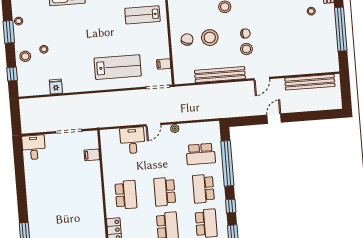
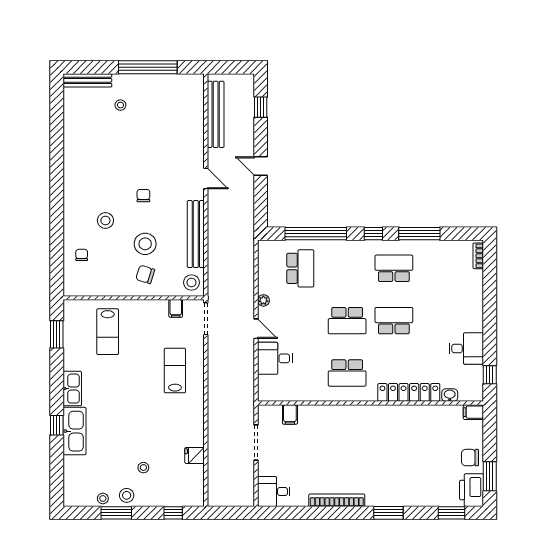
stool: (246, 49) -> (192, 282), moved
stool: (25, 56) -> (127, 495), moved
lab bench: (118, 67) -> (175, 371), width x0.73, depth x0.72
window: (318, 115) -> (261, 107), added
school desk: (203, 189) -> (347, 268), removed
bookcase: (31, 195) -> (337, 500), added
school desk: (126, 195) -> (347, 373), turned 180

